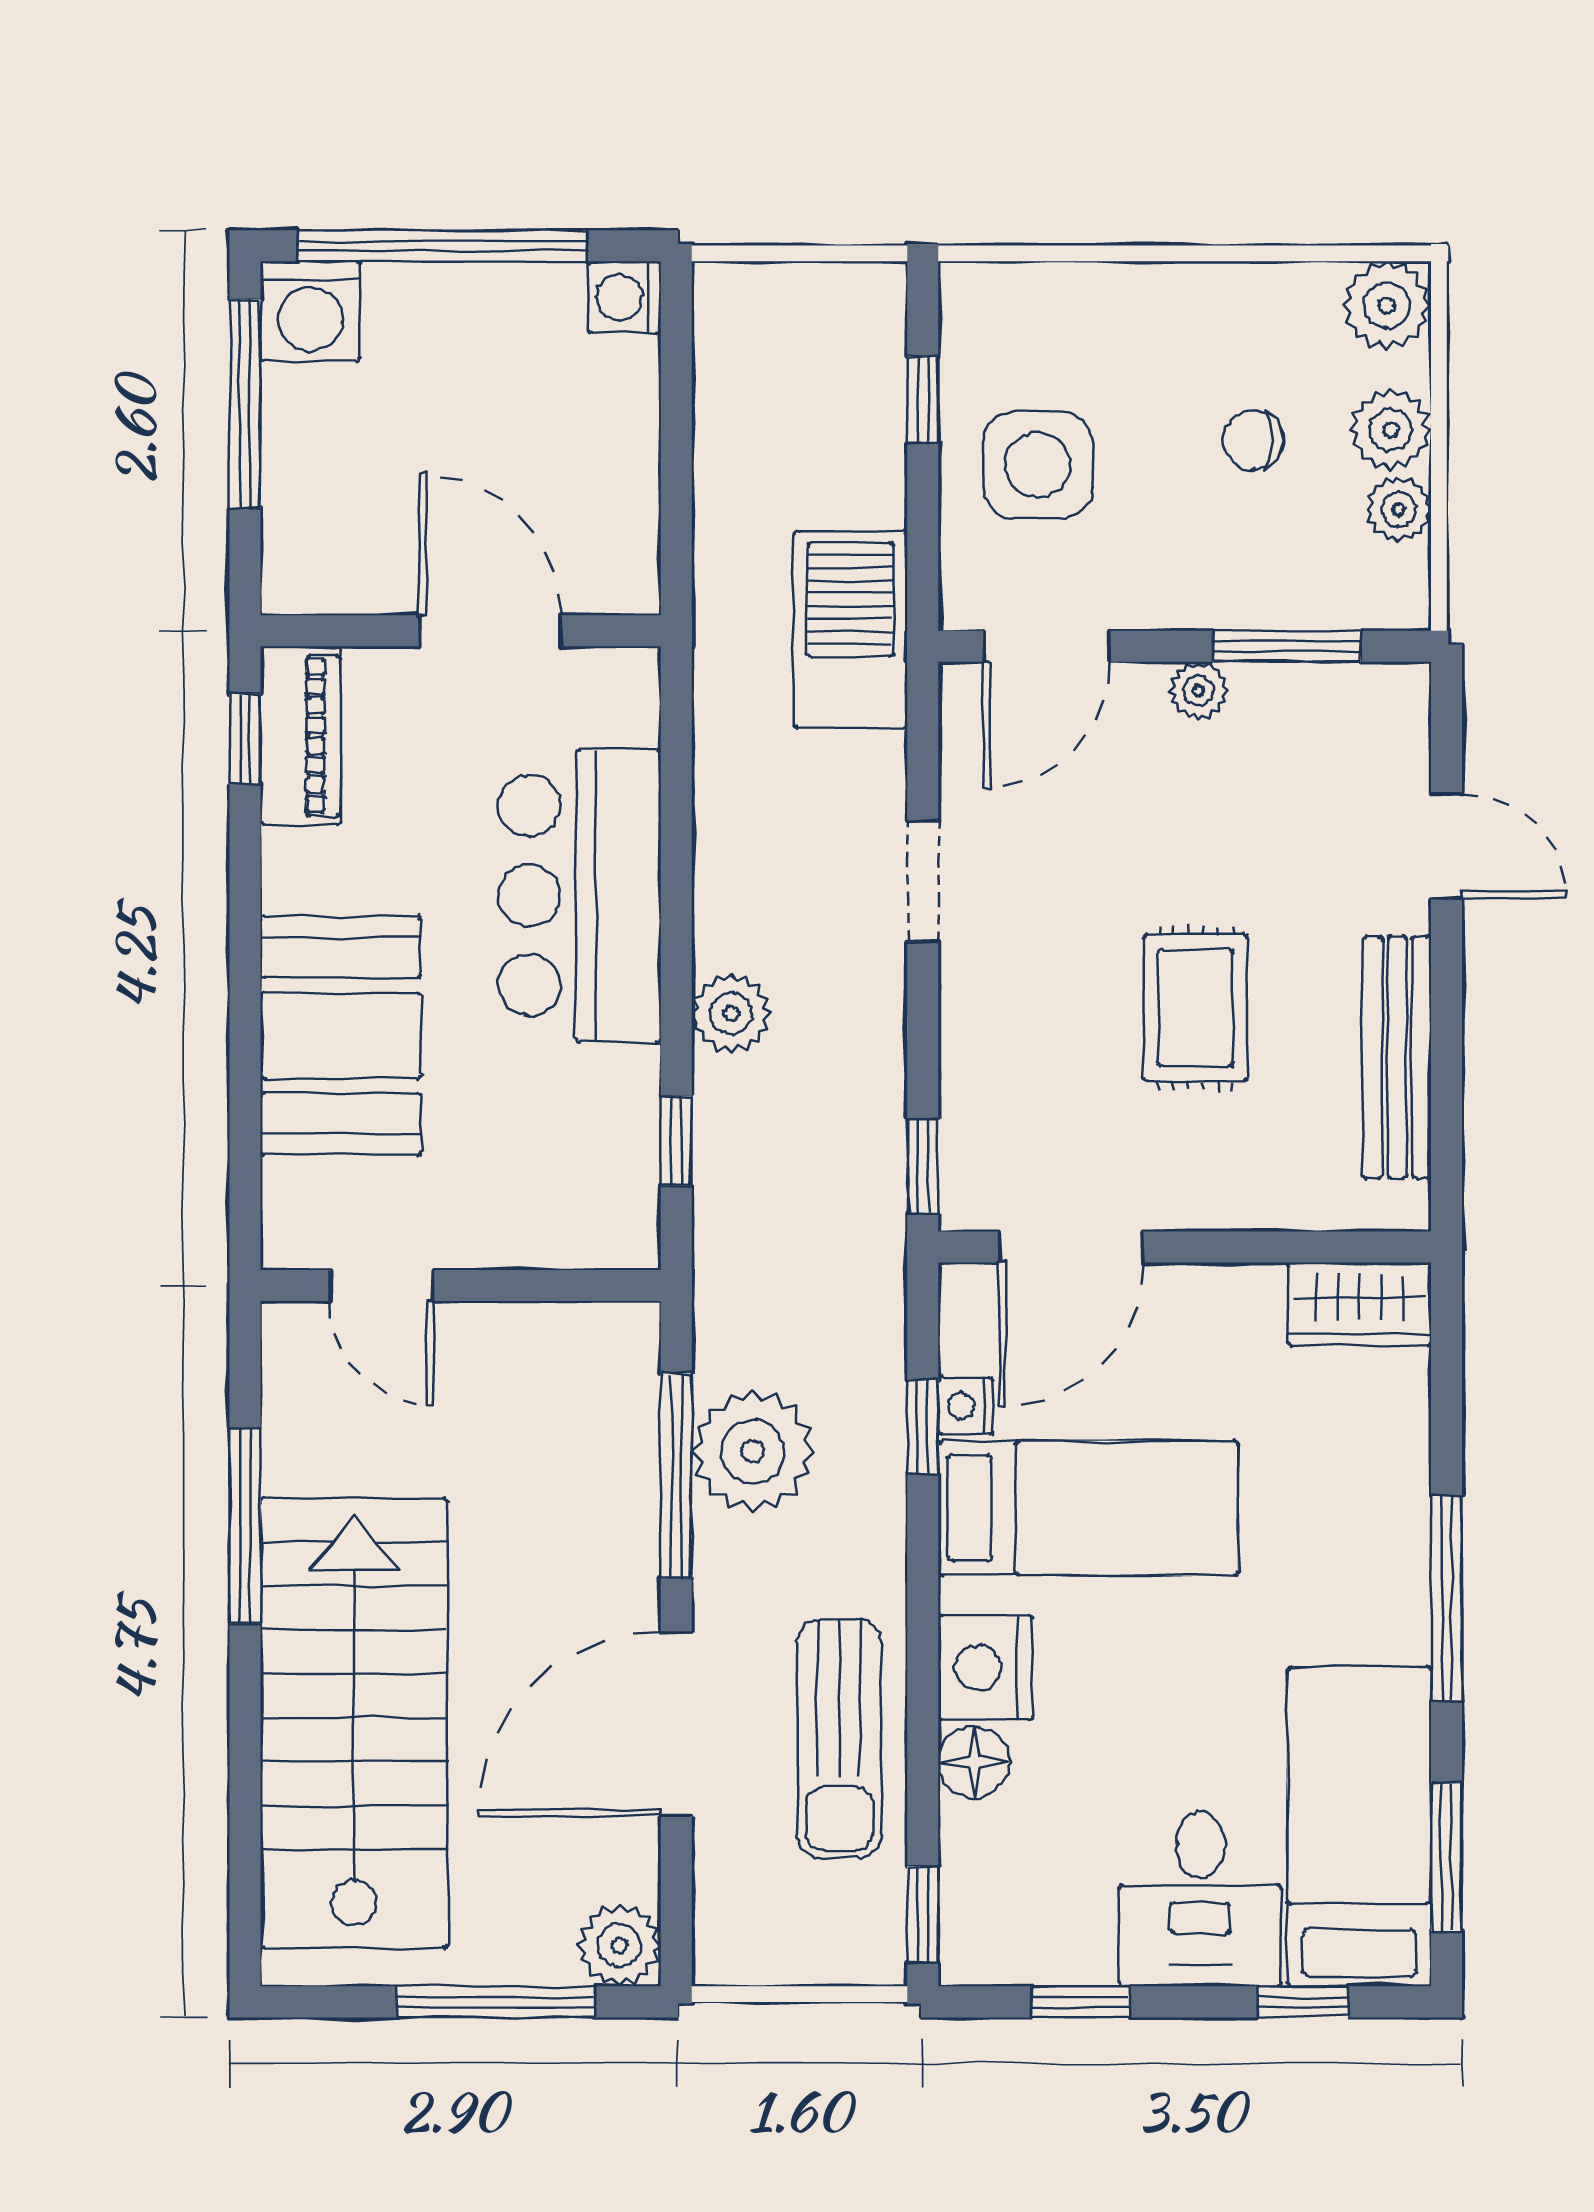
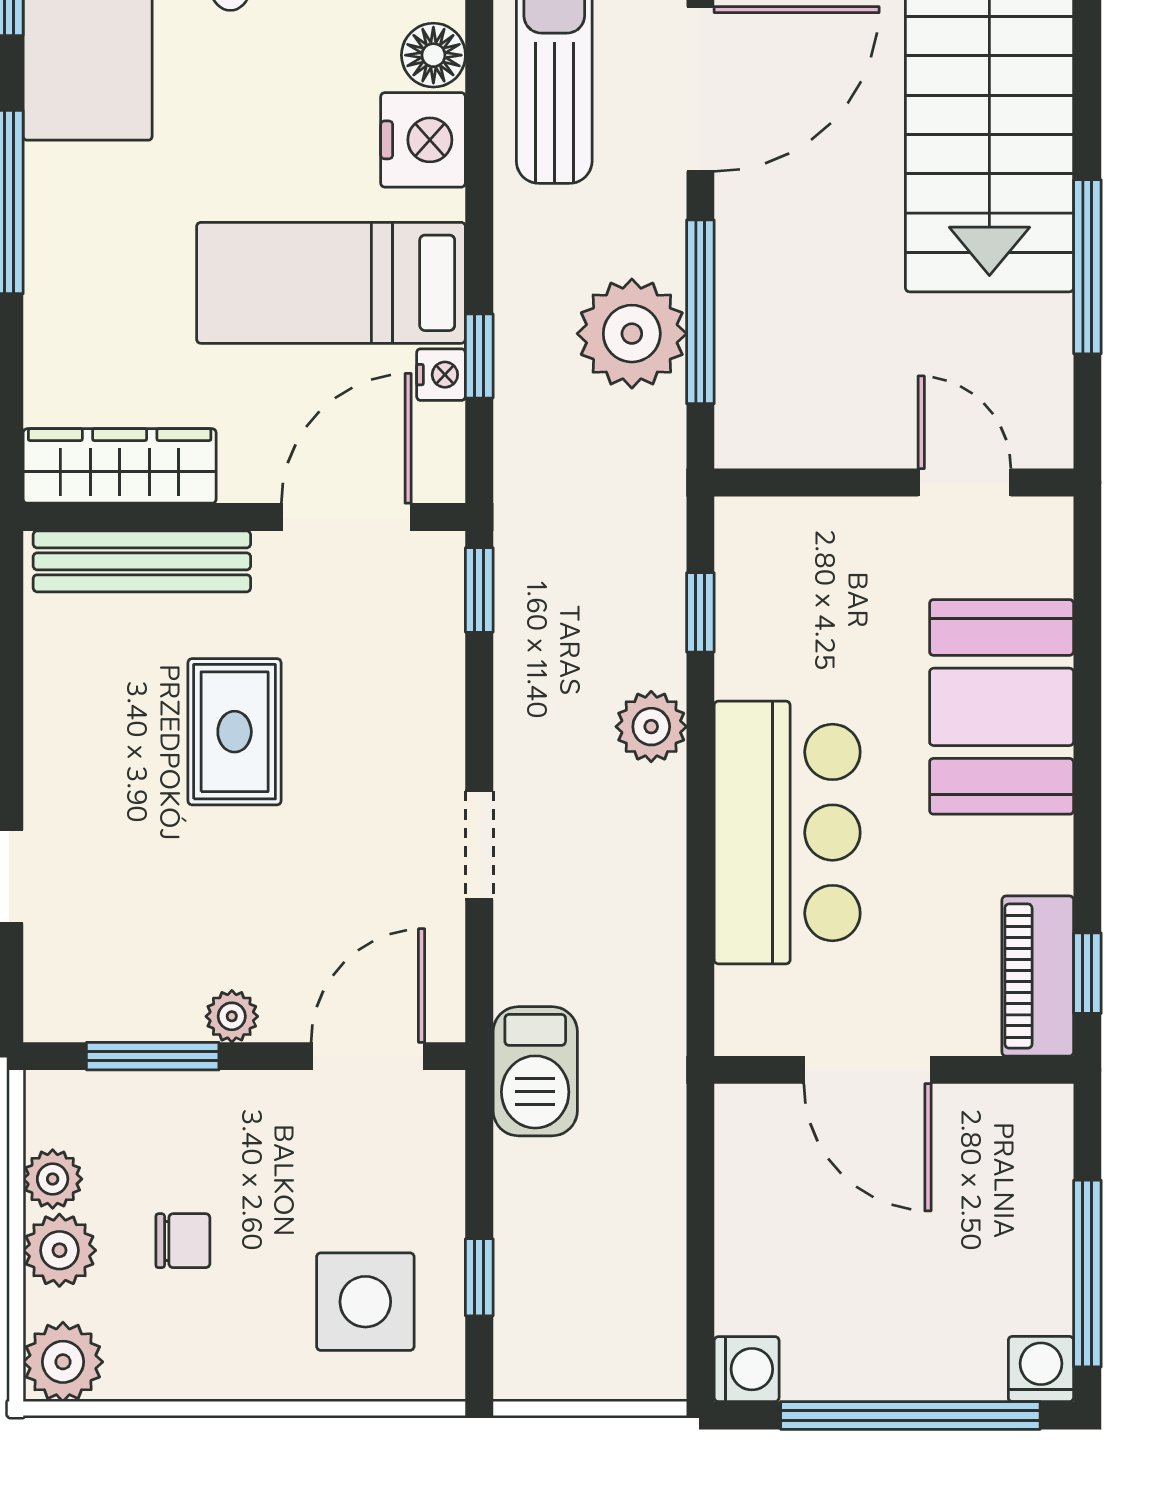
washing machine: (310, 311) -> (1041, 1369), width x0.73, depth x0.73
side table: (1038, 465) -> (365, 1302), moved
barbecue: (851, 629) -> (535, 1071), width x0.73, depth x0.83
bench: (1397, 1057) -> (142, 561), moved, turned 90
wardrobe: (1359, 1304) -> (120, 466), width x1.50

